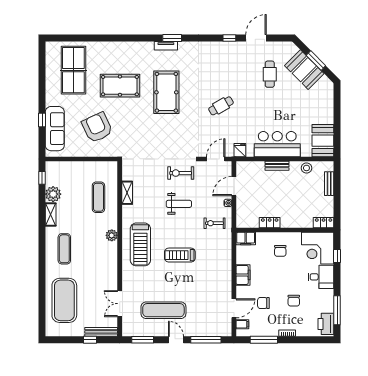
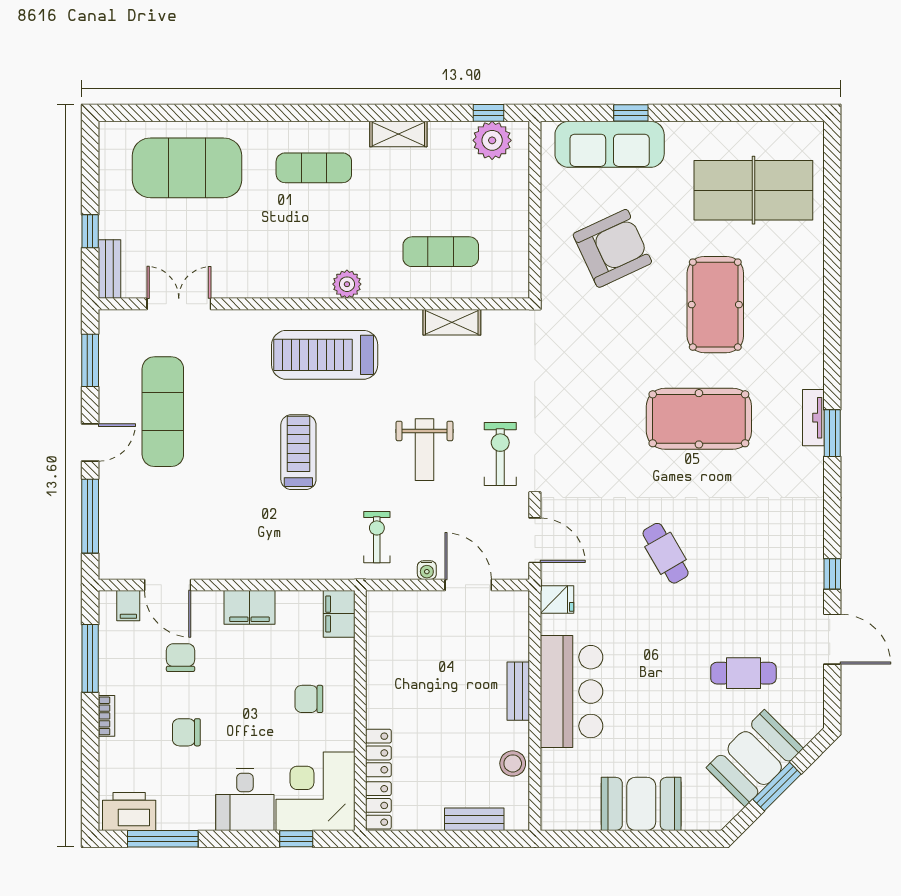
booth: (323, 141) -> (641, 804), moved
plant: (53, 194) -> (492, 140), moved
locker: (270, 223) -> (378, 753), moved
bench: (101, 332) -> (109, 269), width x0.73

